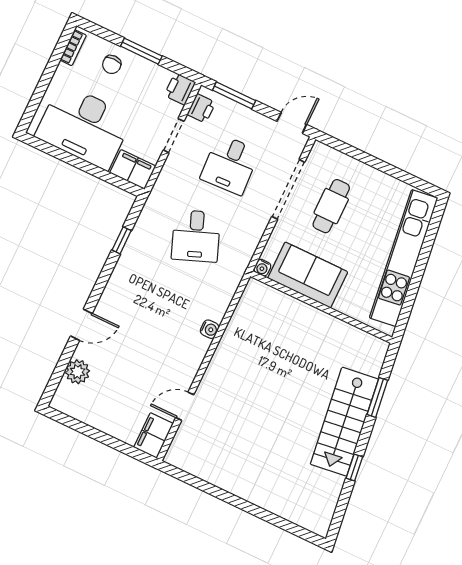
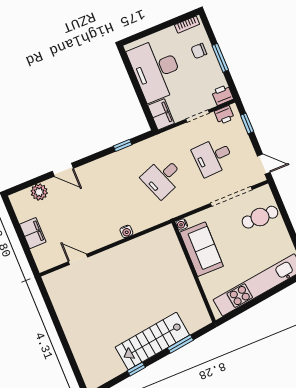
window: (234, 95) -> (247, 123), width x0.67
cafe table: (331, 206) -> (260, 217), moved
filing cabinet: (154, 435) -> (33, 233), moved, turned 90

